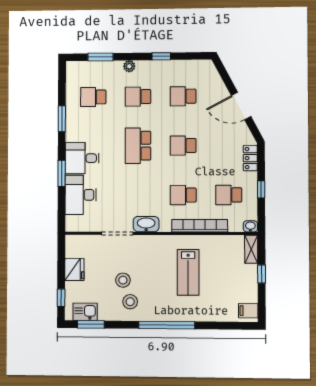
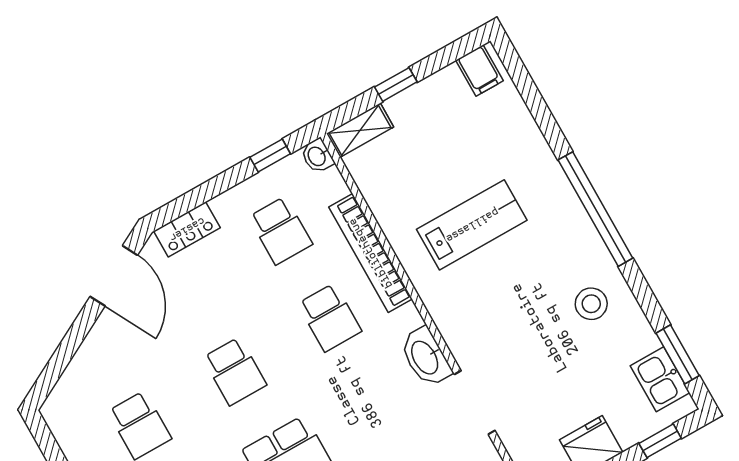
door: (241, 106) -> (114, 276), moved
window: (261, 189) -> (270, 156), moved
stool: (123, 280) -> (558, 341), removed

